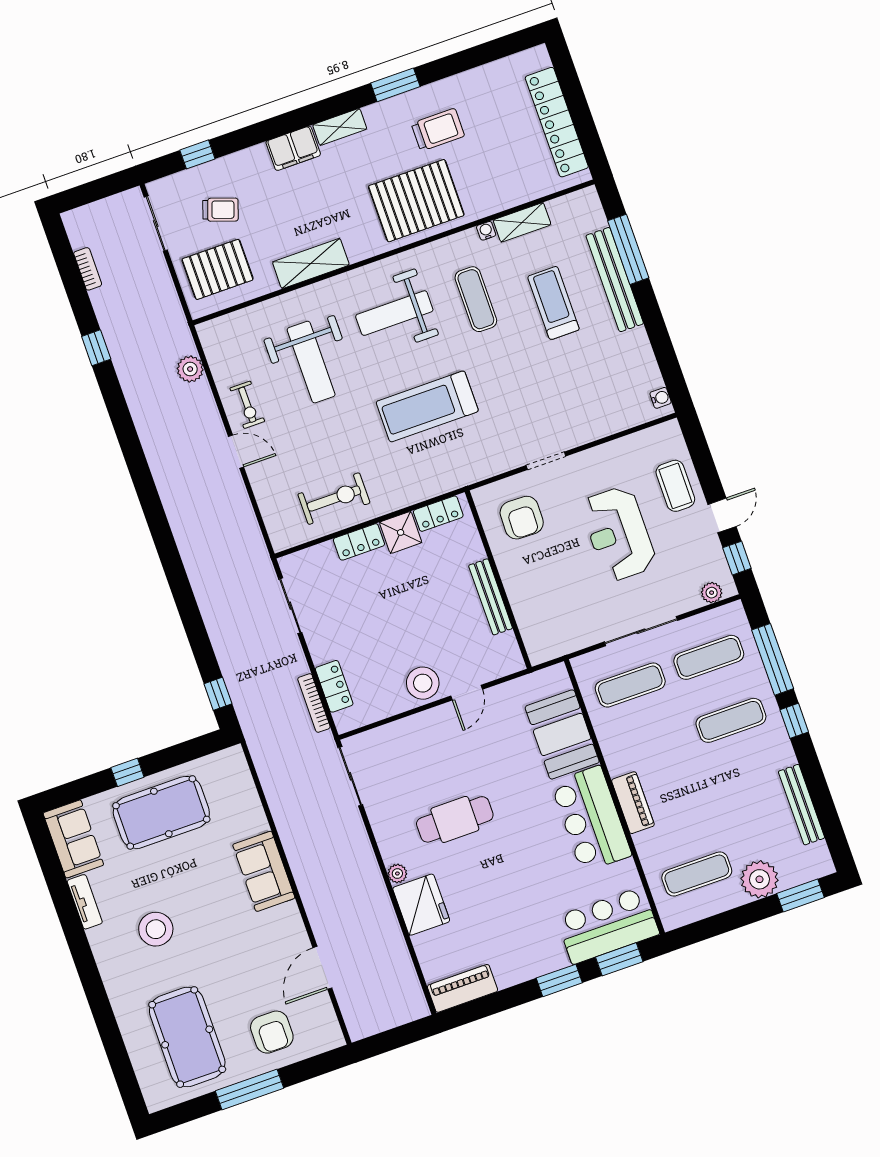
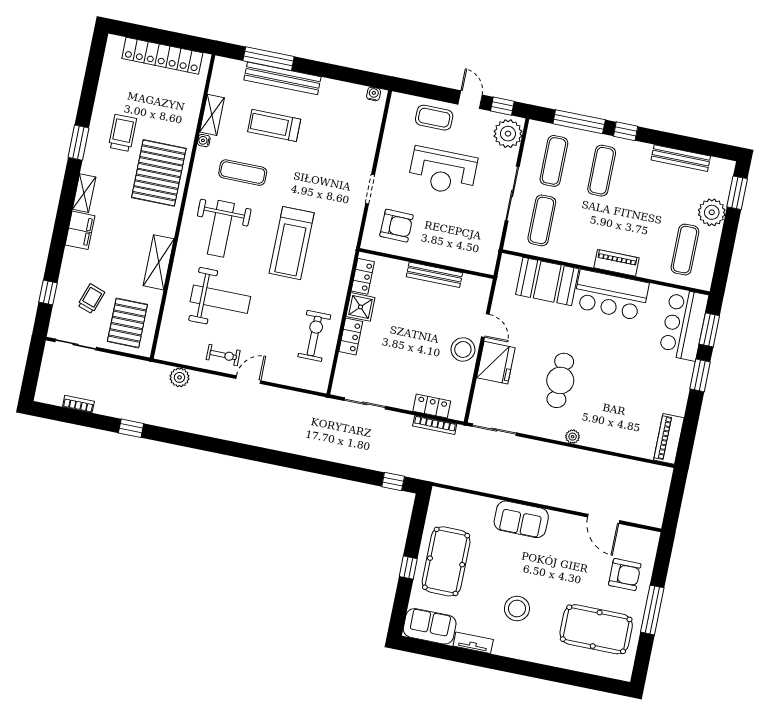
plant: (712, 593) -> (508, 134), width x1.87, depth x1.87
fridge: (421, 905) -> (496, 363), moved, turned 90

